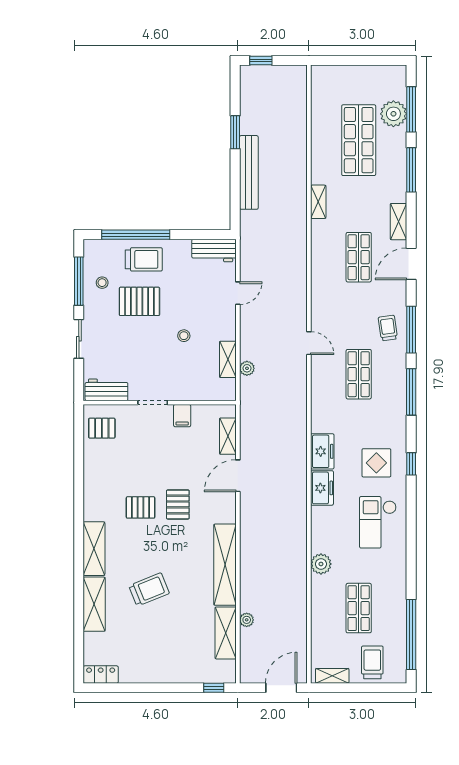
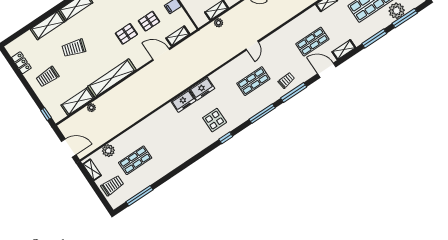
pallet: (141, 507) -> (149, 21), moved, turned 90
checkout: (378, 522) -> (185, 141), removed
plant: (321, 564) -> (108, 151), moved
trolley: (149, 589) -> (74, 48), turned 129
window: (411, 635) -> (140, 196), width x0.68
trolley: (164, 652) -> (47, 77), added
locker: (101, 675) -> (21, 63), moved

